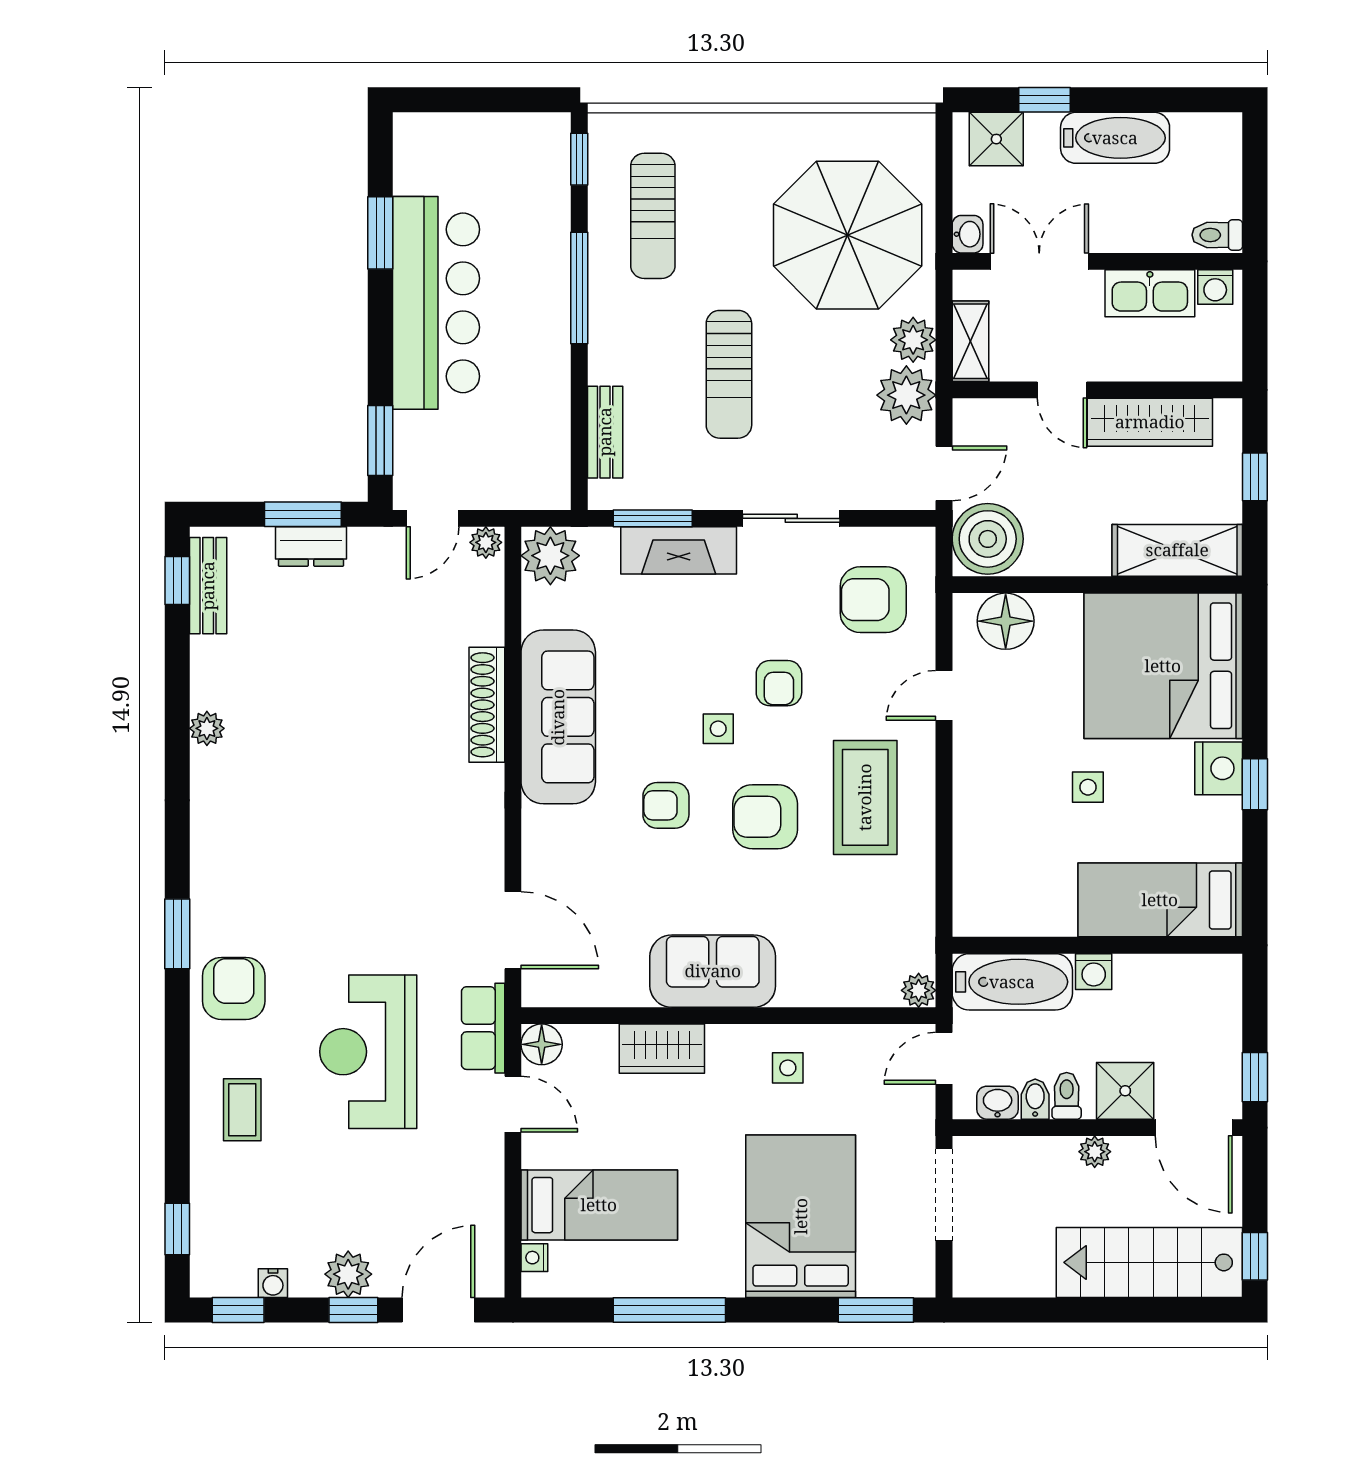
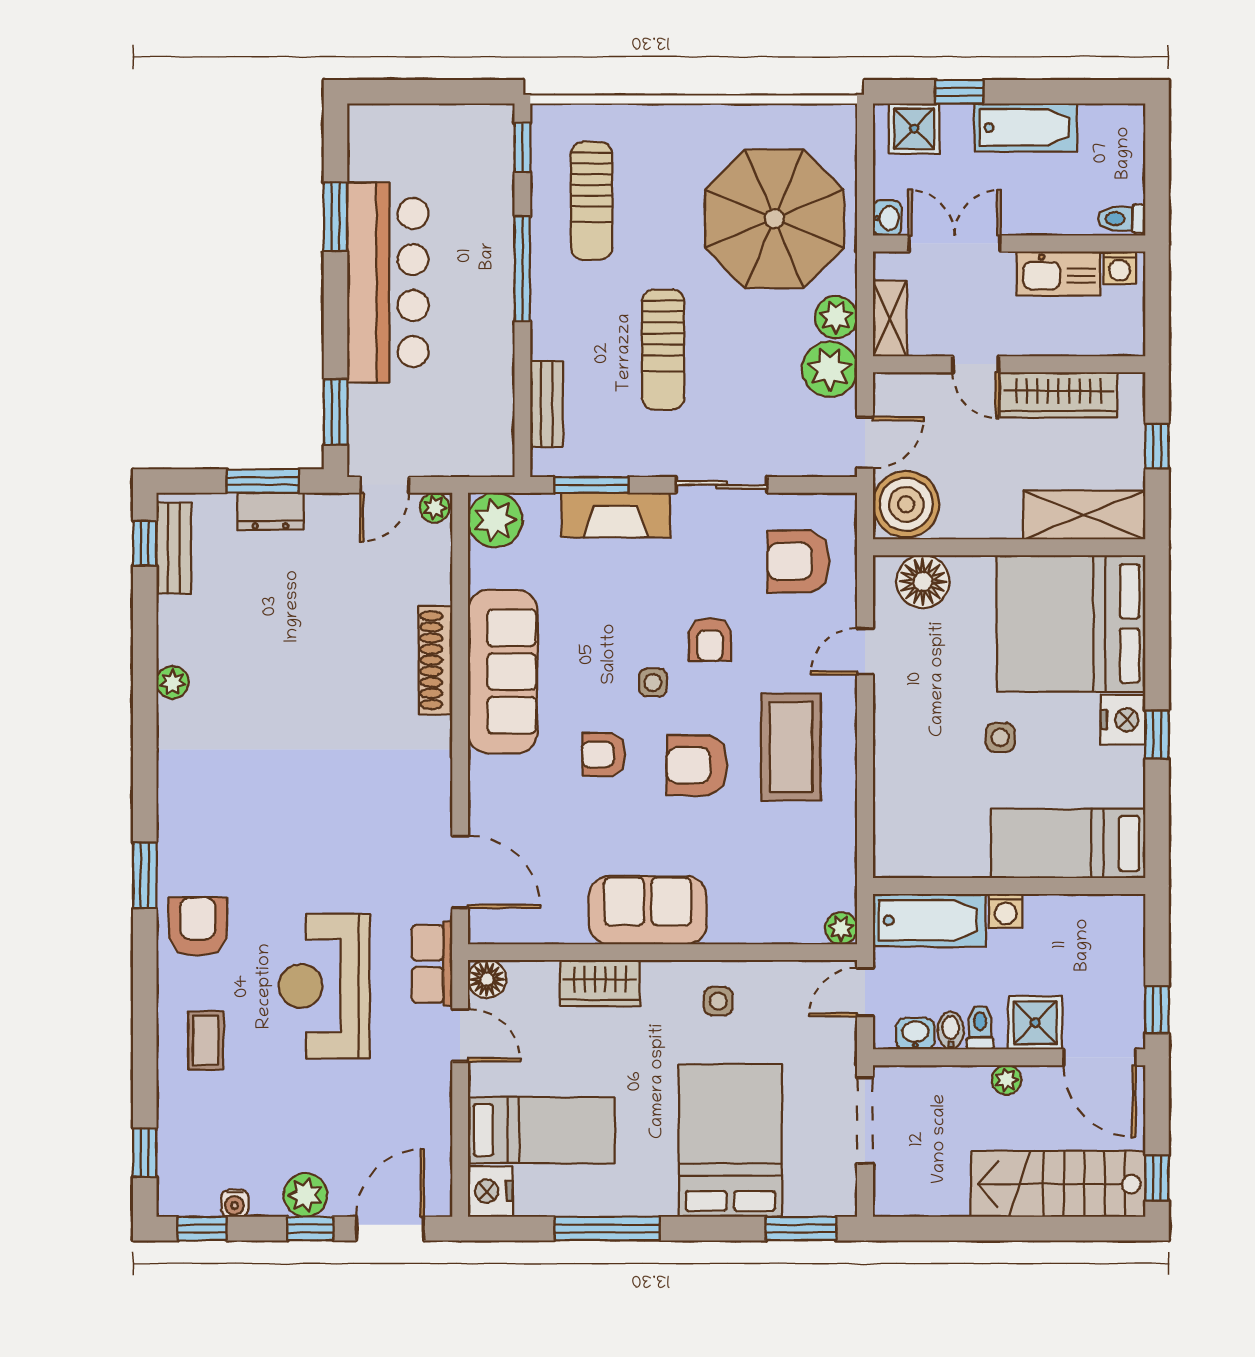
nightstand: (534, 1258) -> (490, 1191), width x1.89, depth x1.79

